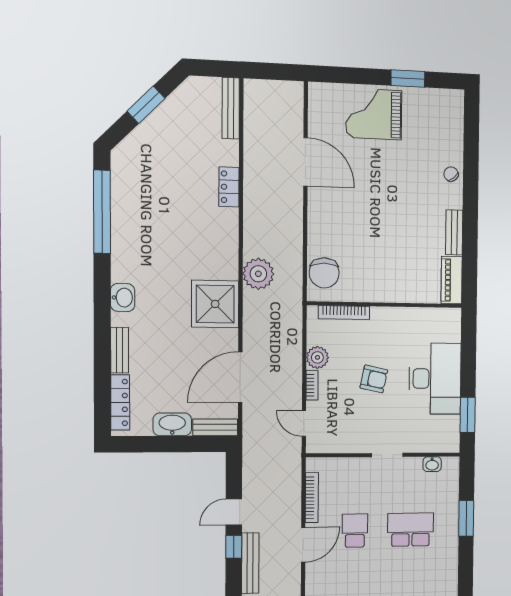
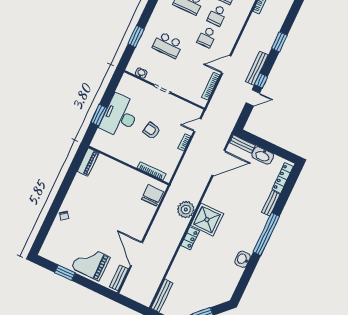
grand piano: (374, 114) -> (91, 263), turned 180
locker: (229, 187) -> (190, 238), moved
window: (102, 212) -> (266, 234), moved
bench: (454, 232) -> (119, 278), moved
washbasin: (123, 298) -> (243, 259), moved
shower: (215, 304) -> (207, 220), moved
plant: (317, 357) -> (175, 155), removed
window: (468, 415) -> (99, 115), moved
door: (304, 423) -> (197, 125), swing flipped
school desk: (355, 531) -> (207, 37), moved

